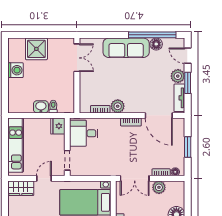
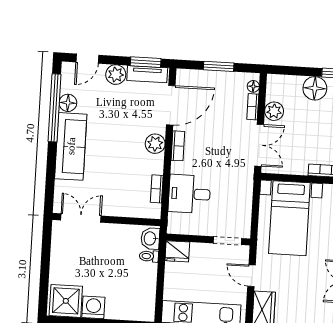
shower: (36, 49) -> (66, 301), moved
window: (188, 83) -> (146, 62), moved
plant: (118, 106) -> (155, 144), moved
washbasin: (41, 107) -> (150, 238), moved
desk: (84, 133) -> (189, 194), moved, turned 90

